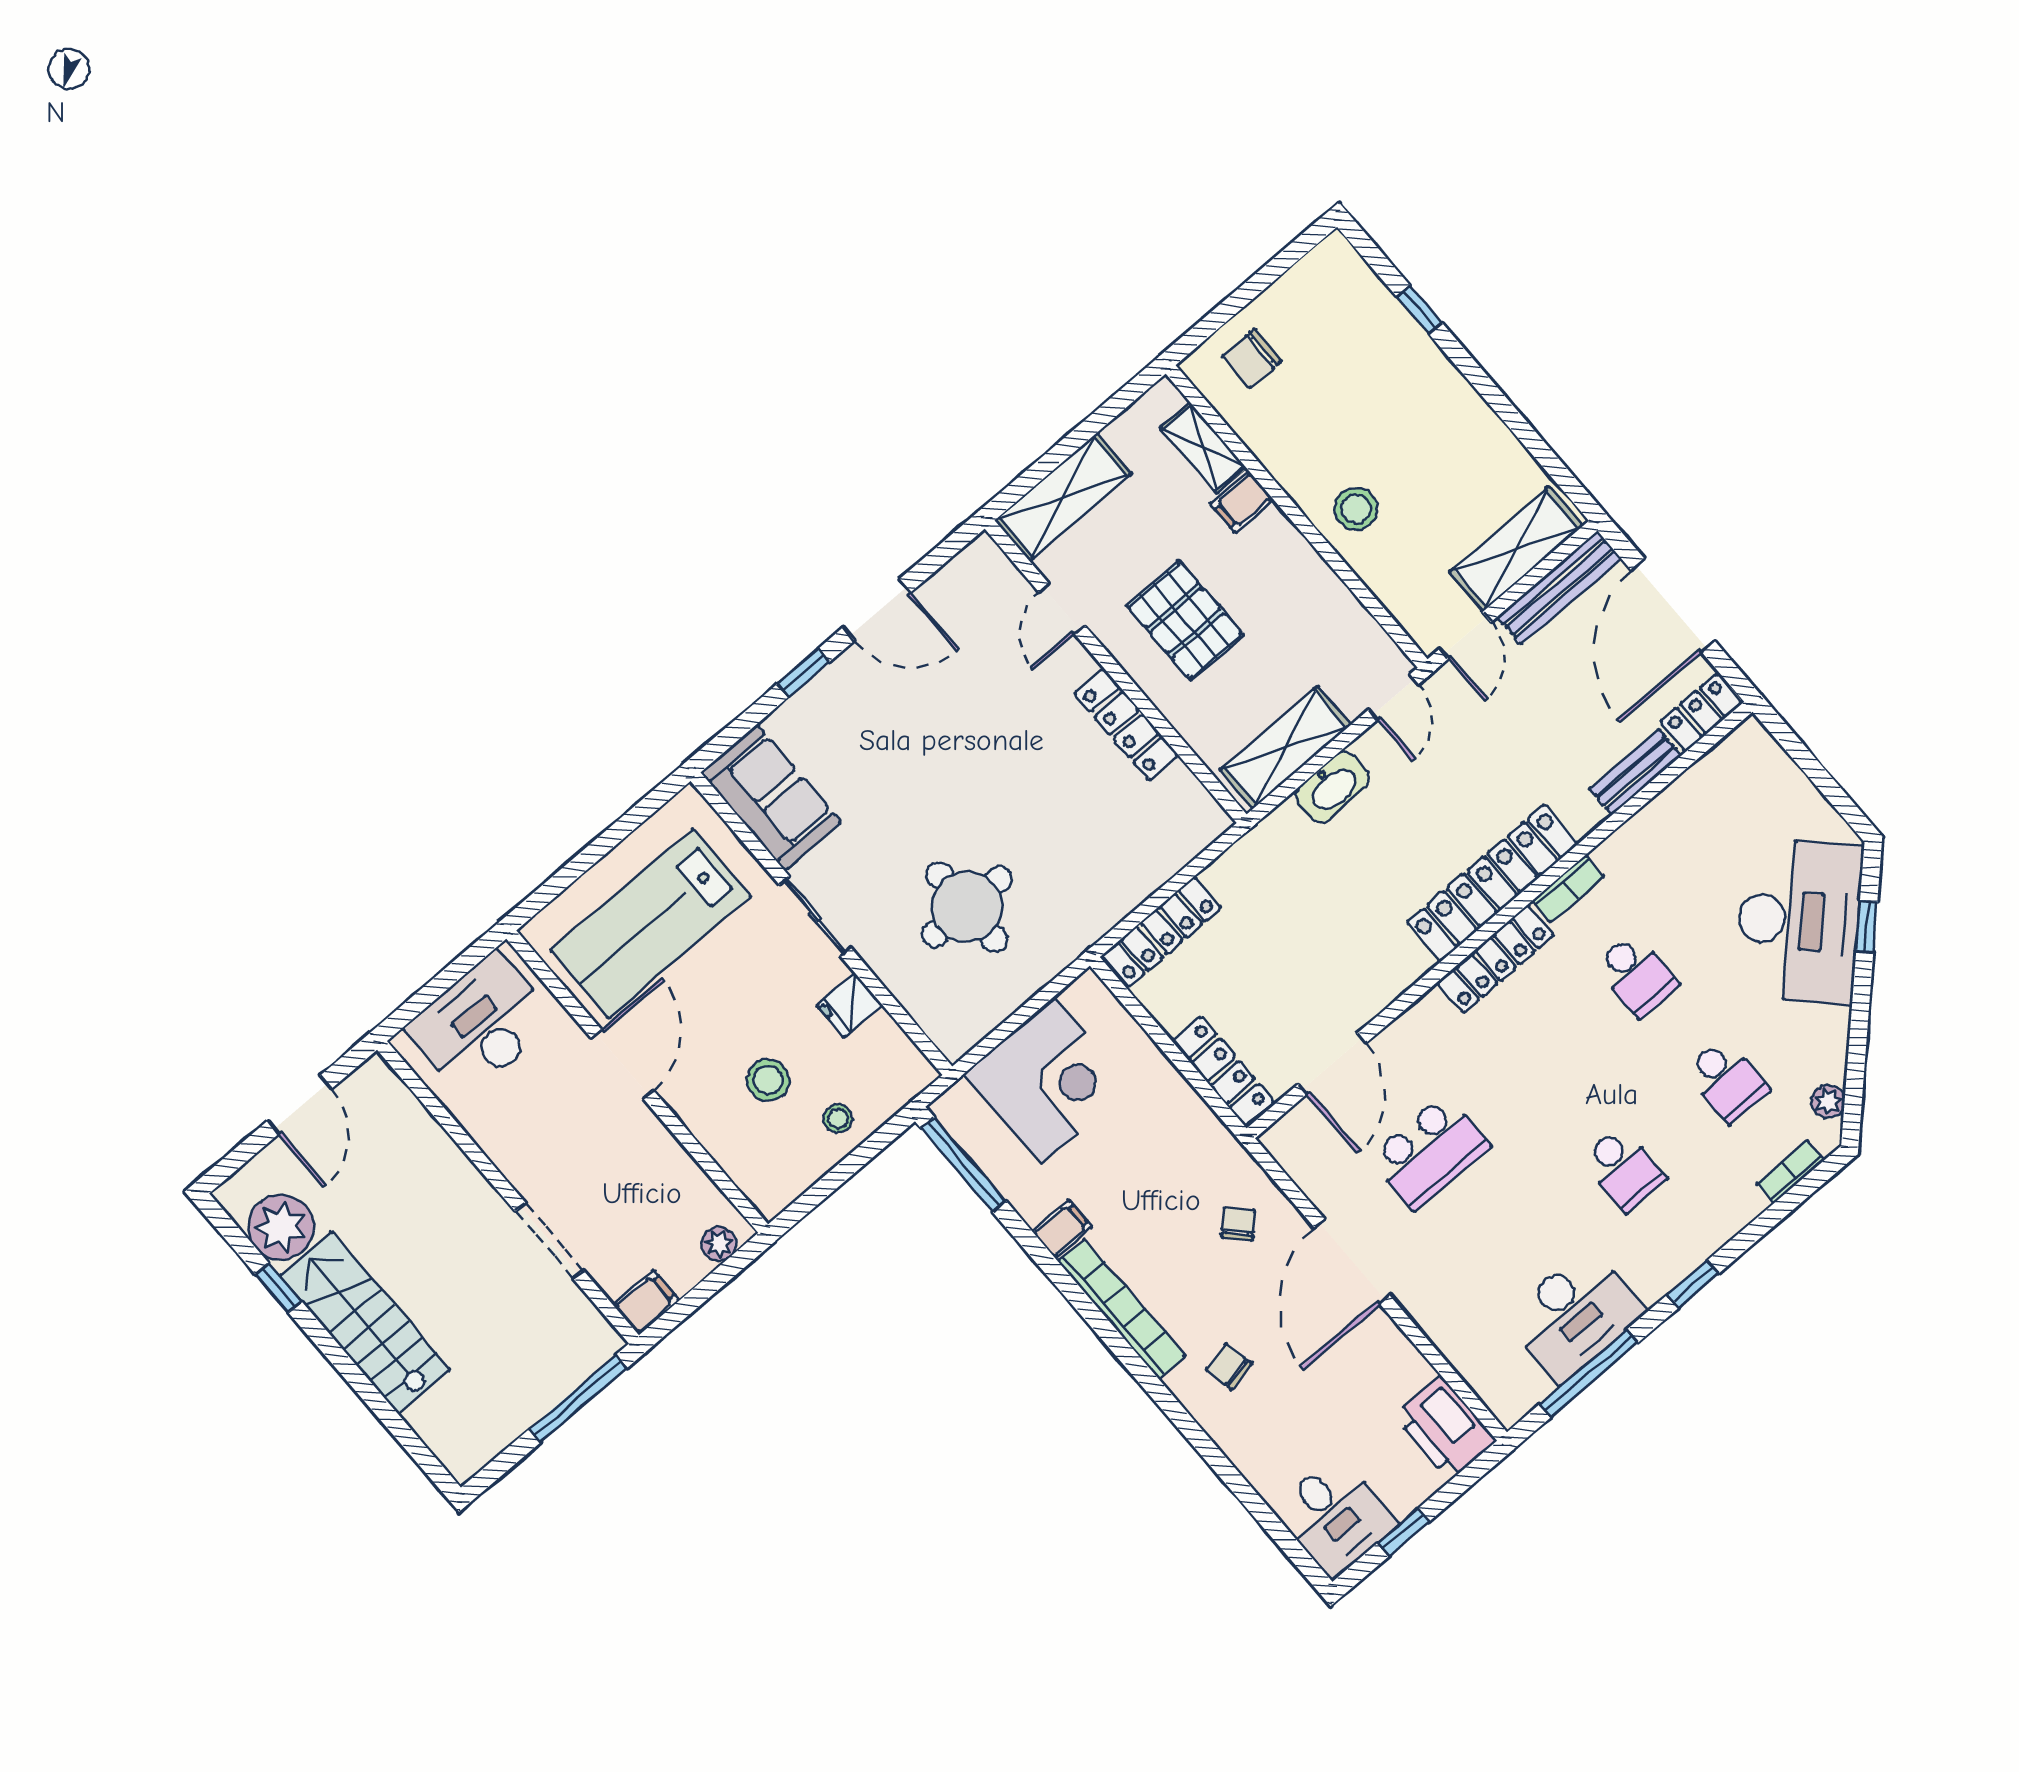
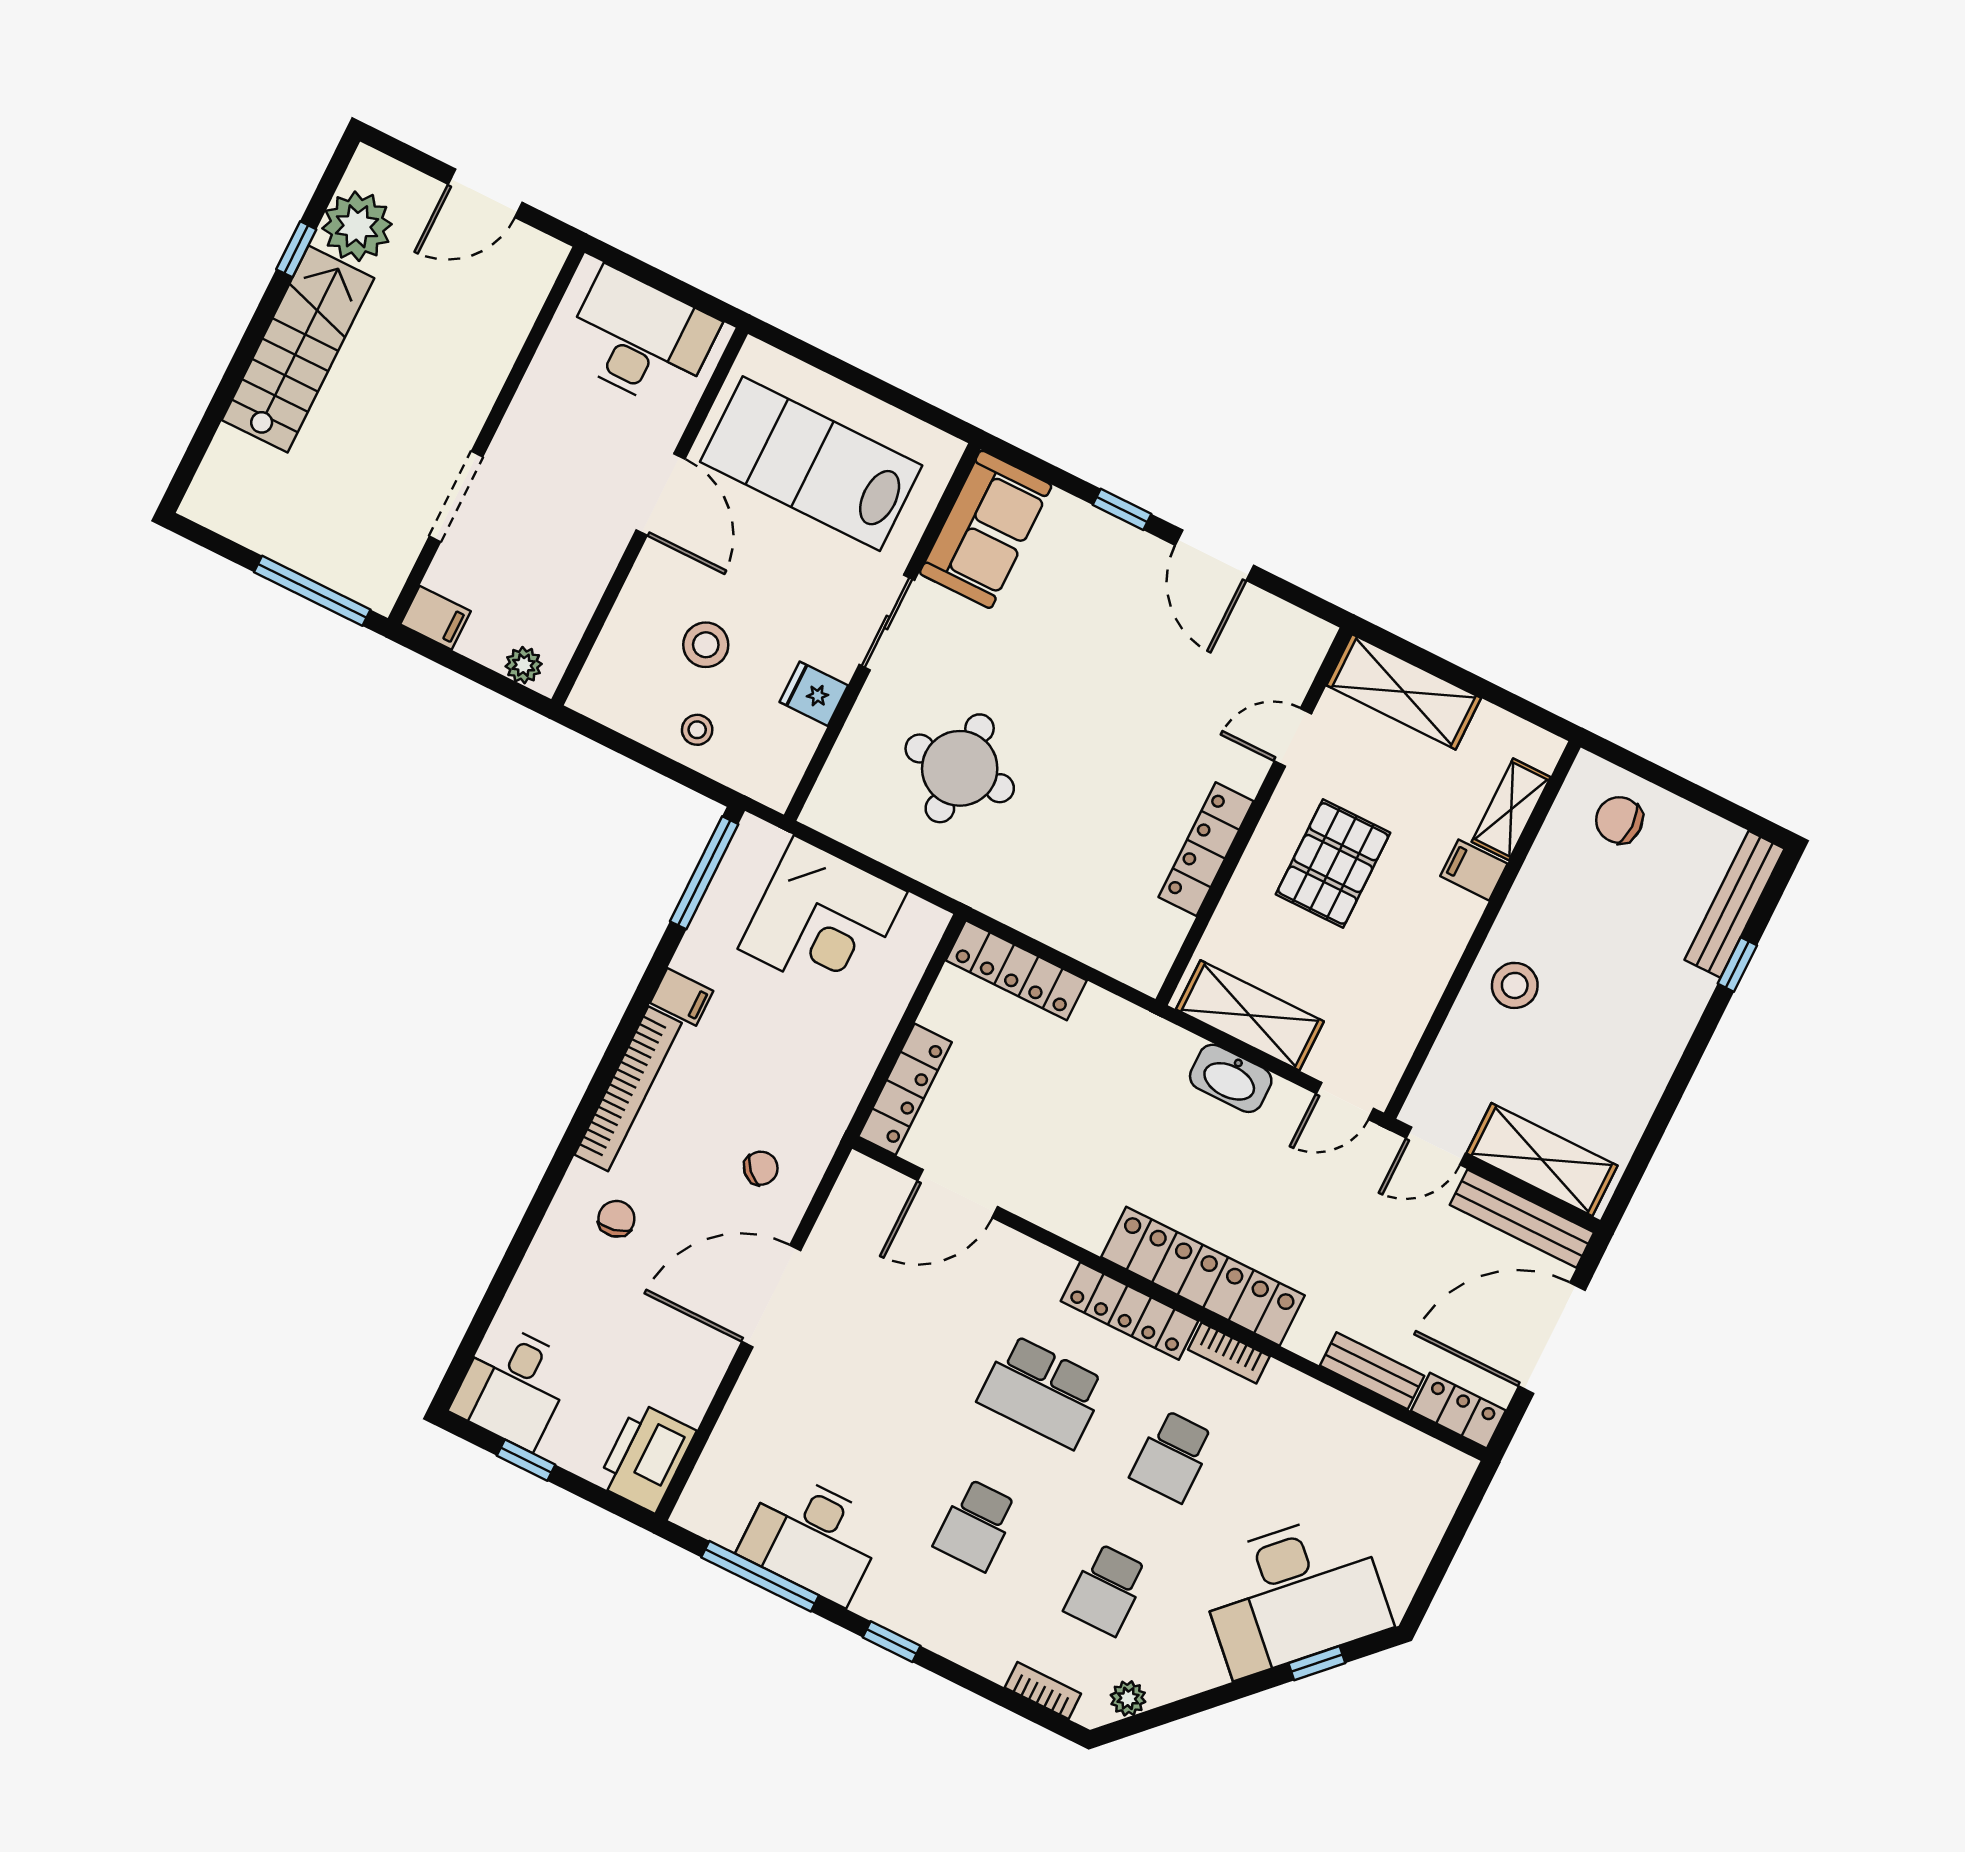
bench: (1367, 290) -> (1735, 904), added
door: (622, 1064) -> (660, 495), hinge flipped
school desk: (1430, 1152) -> (1042, 1392), moved

